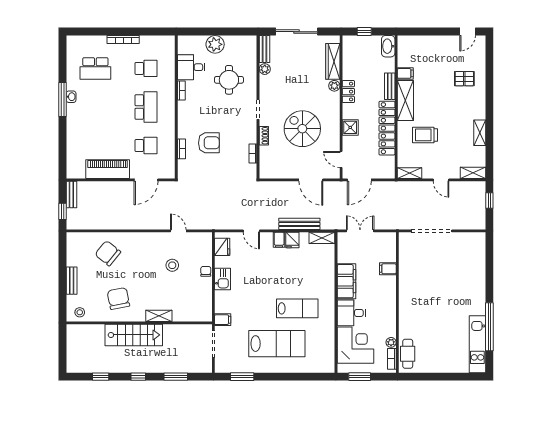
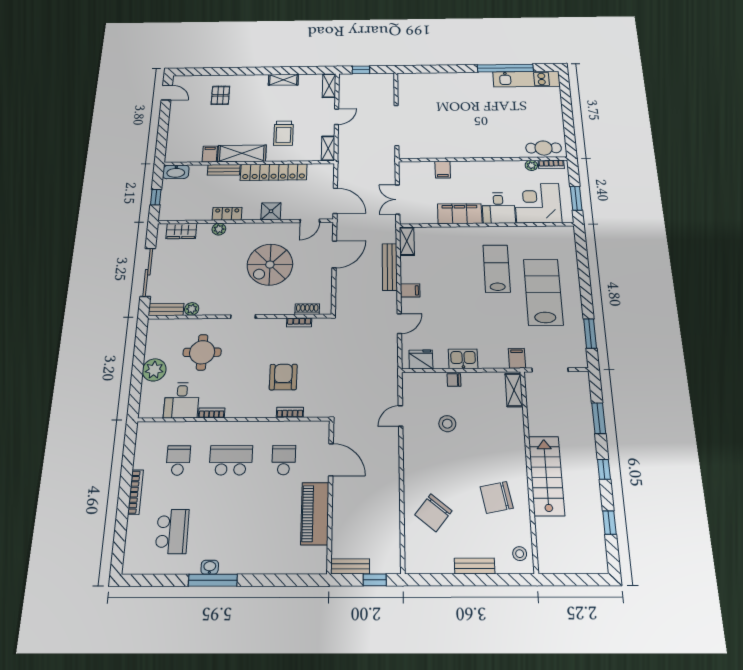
wardrobe: (333, 61) -> (181, 231), width x0.67
shoe rack: (264, 136) -> (307, 309), moved
fridge: (292, 240) -> (410, 275), removed
shelving: (159, 316) -> (514, 390), moved

